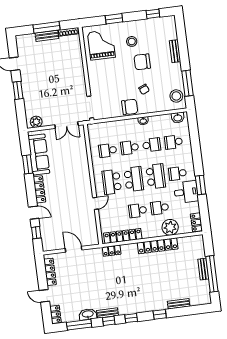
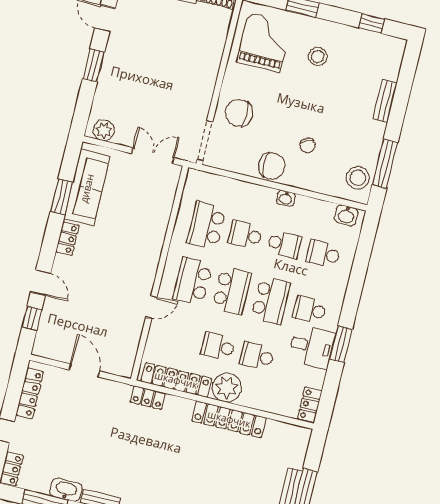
chair: (142, 62) -> (239, 113), moved
double door: (66, 125) -> (153, 156), swing flipped
school desk: (108, 150) -> (206, 225), width x1.85
locker: (39, 189) -> (67, 238), width x0.66
plant: (170, 227) -> (227, 387), moved

